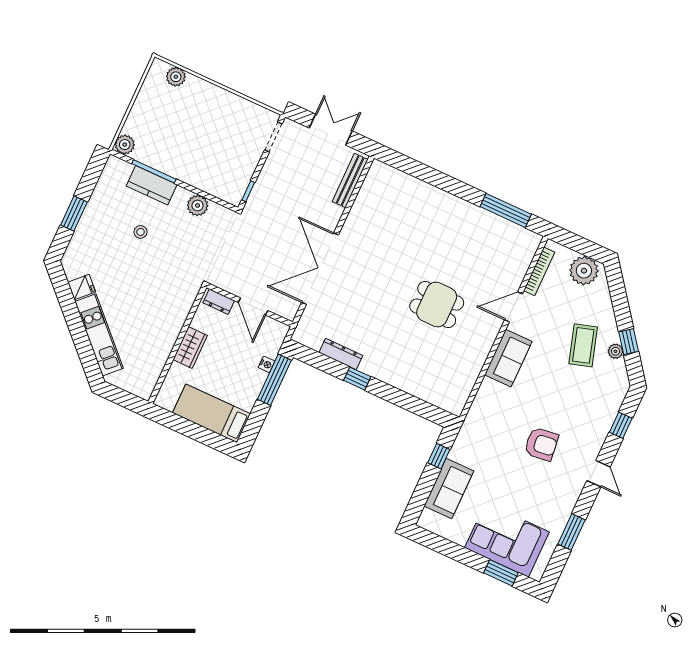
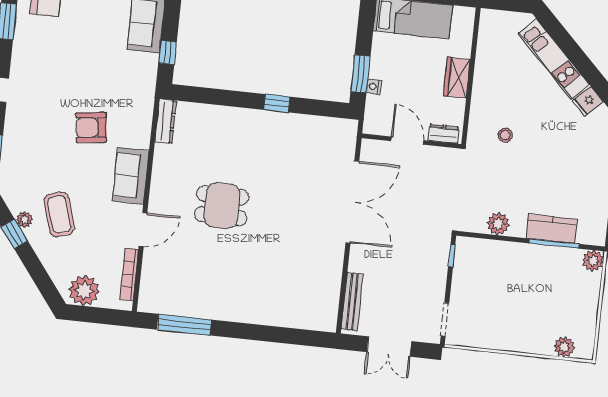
stool: (141, 232) -> (505, 135), moved
dresser: (341, 354) -> (166, 121), moved, turned -90
window: (274, 380) -> (360, 74), width x0.69
armchair: (541, 444) -> (91, 128), moved

